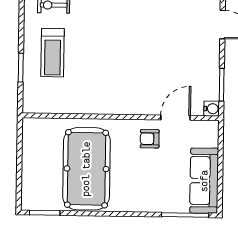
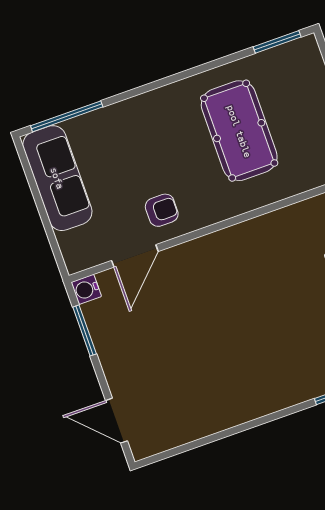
pool table: (86, 169) -> (239, 131), width x0.73, depth x0.76

